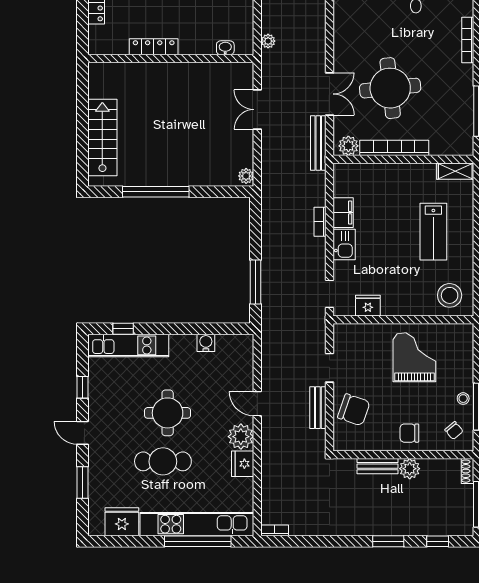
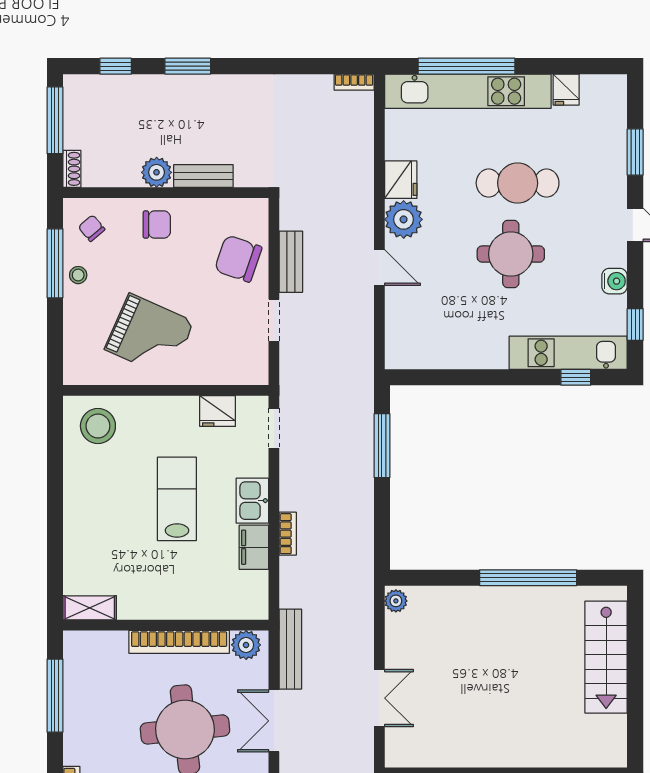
lab bench: (433, 232) -> (177, 499), moved
water cooler: (206, 343) -> (614, 281), moved, turned -90
grand piano: (414, 357) -> (149, 335), turned -66
window: (83, 387) -> (635, 324), moved
fridge: (122, 522) -> (566, 90), width x0.53, depth x0.75

